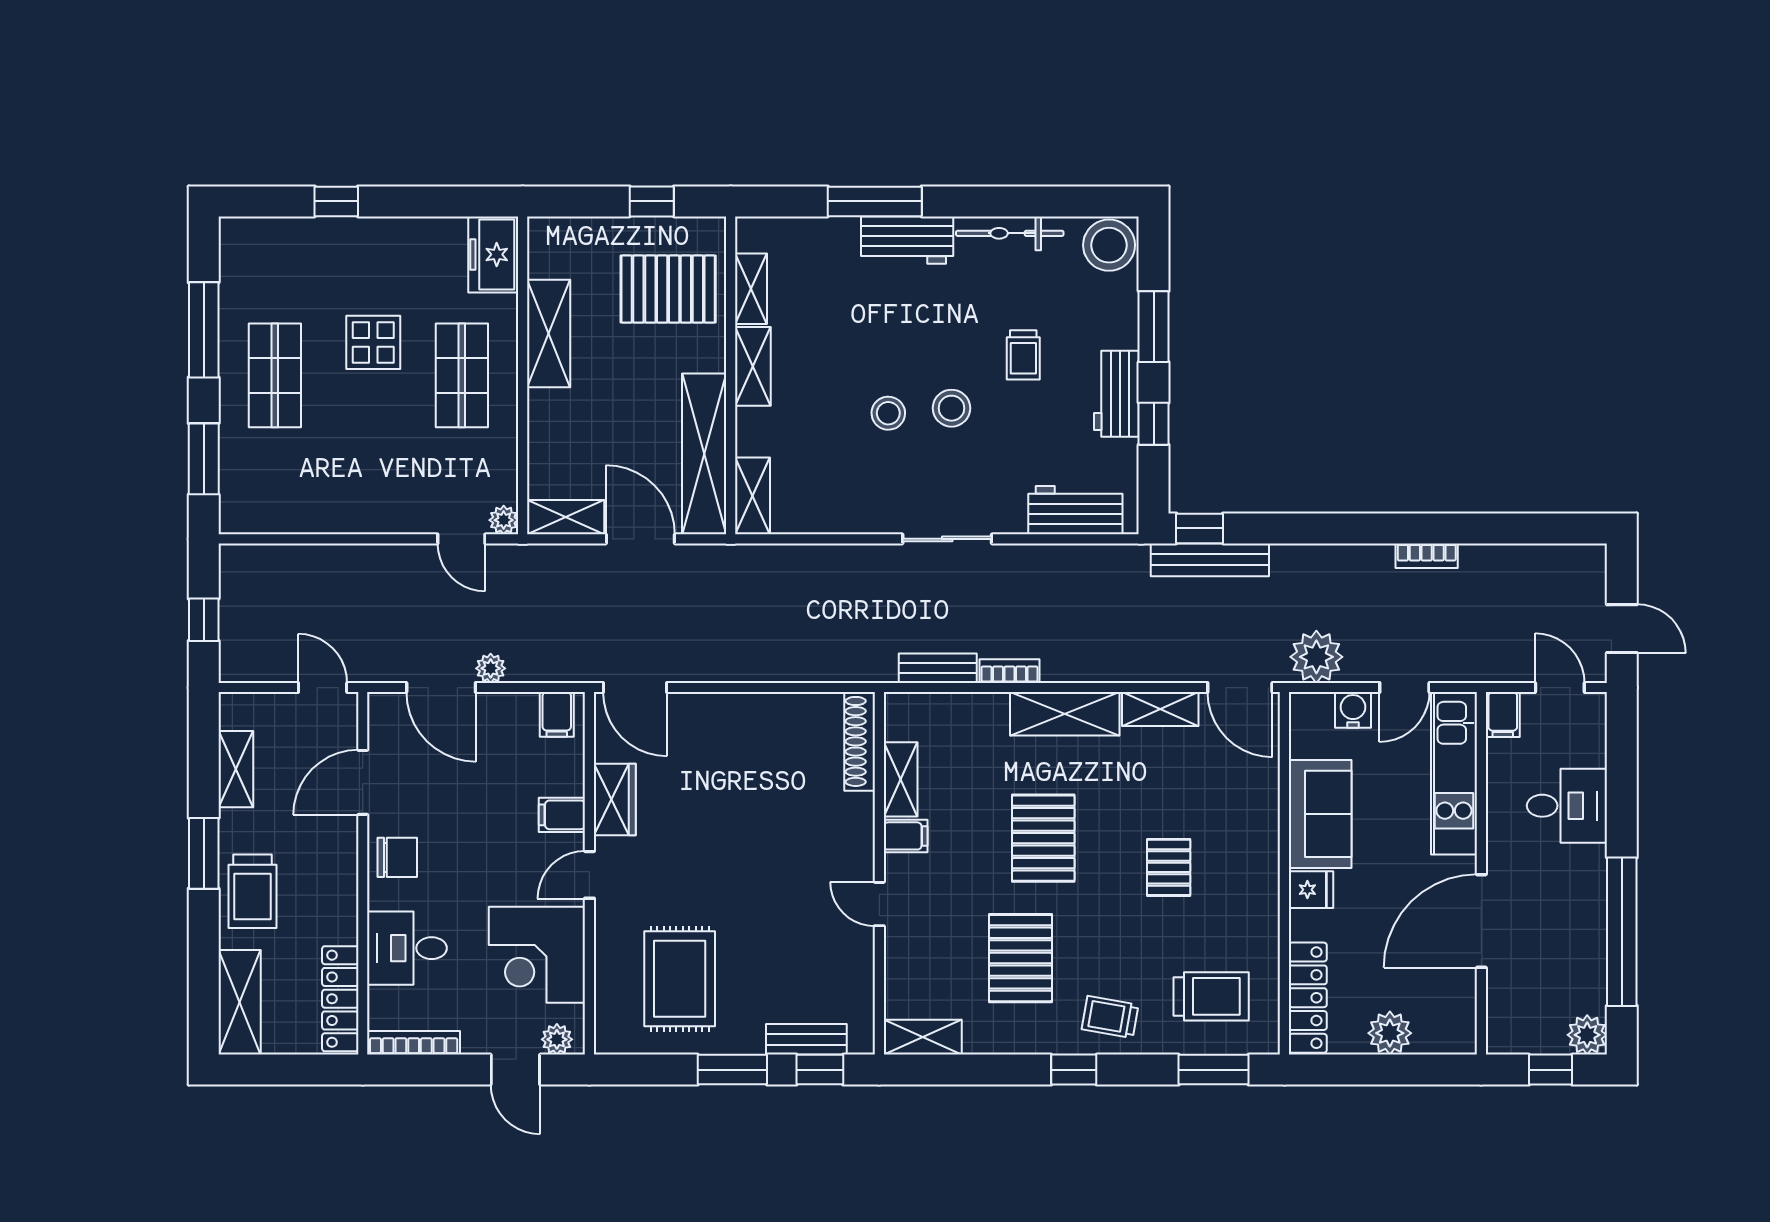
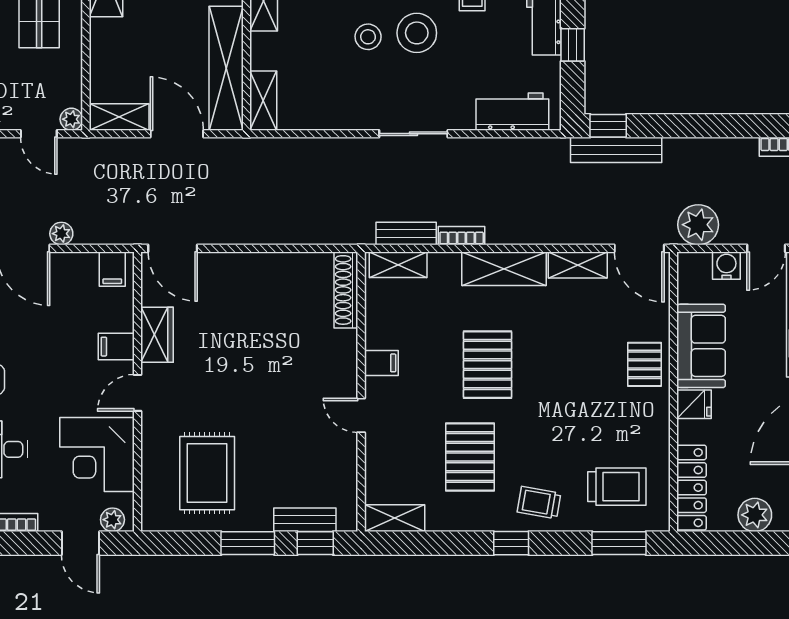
stool: (952, 408) -> (417, 33), width x1.38, depth x1.38
shelving: (901, 779) -> (398, 265), moved, turned 90
pallet: (1169, 867) -> (644, 364), moved

